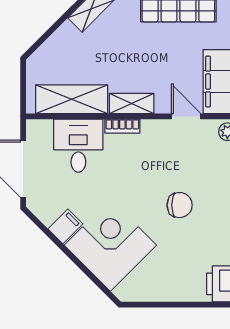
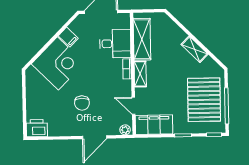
door: (186, 116) -> (133, 106), swing flipped

